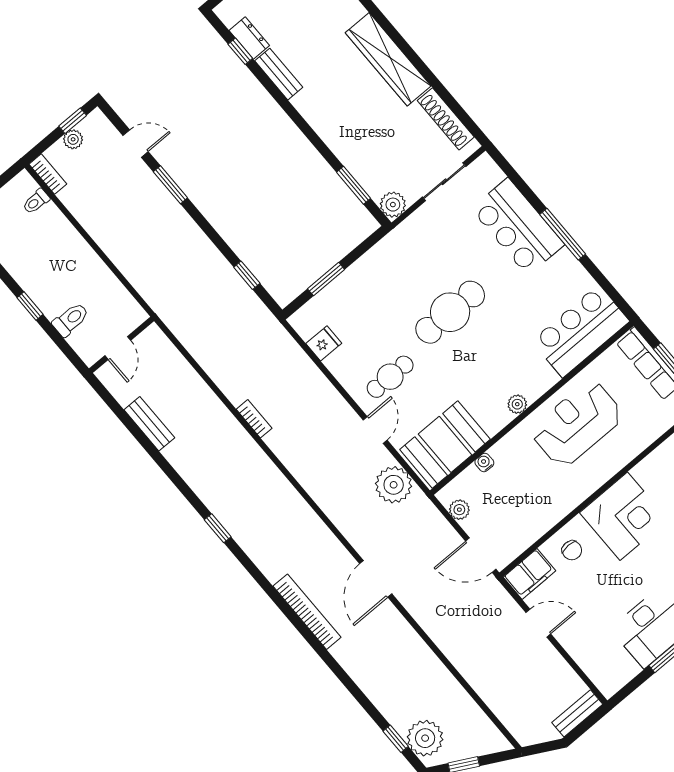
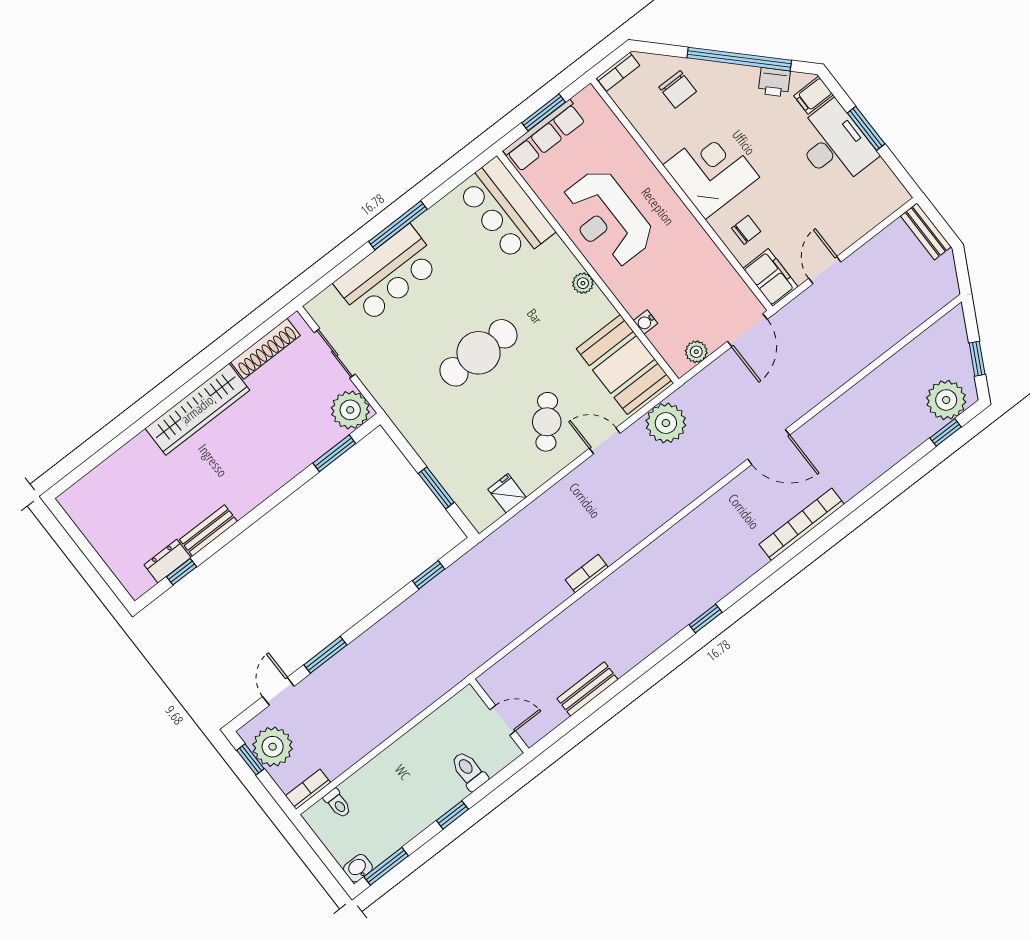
plant: (73, 139) -> (273, 747), width x1.88, depth x1.88
plant: (393, 205) -> (350, 410), width x1.36, depth x1.36
cafe table: (450, 312) -> (478, 353), turned 90
cafe table: (390, 377) -> (547, 422), turned 40

